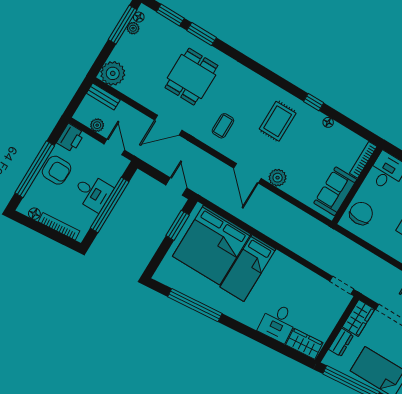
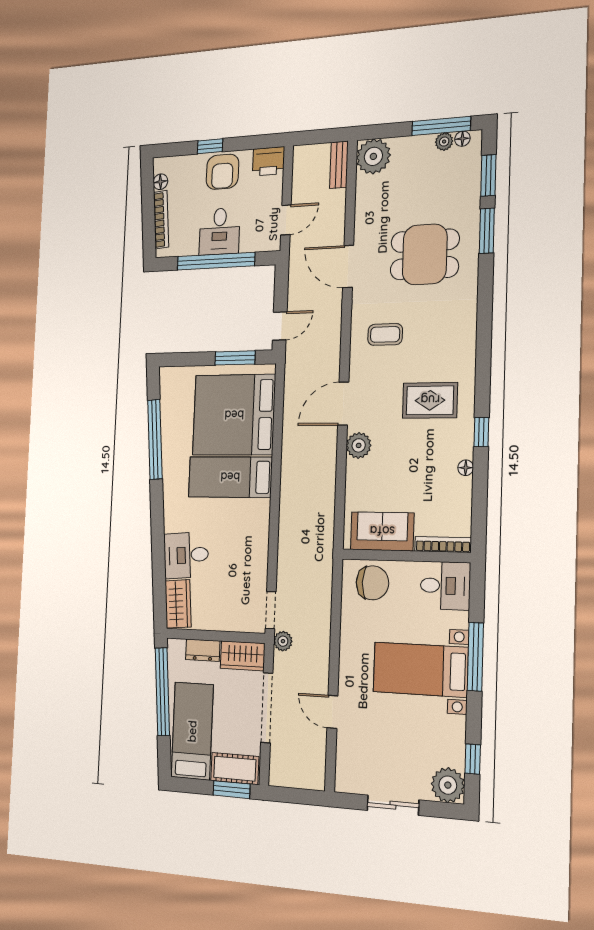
plant: (97, 125) -> (283, 641), moved
window: (35, 169) -> (210, 146), width x0.32

